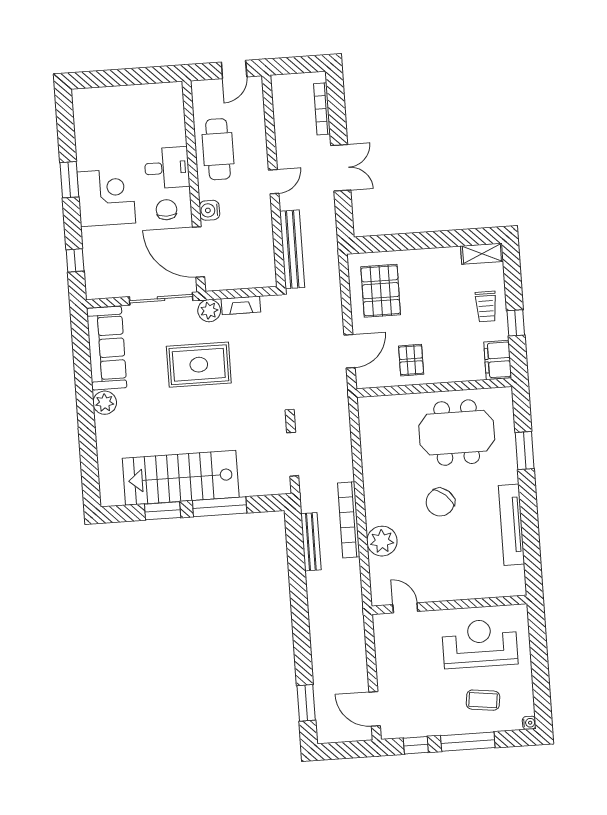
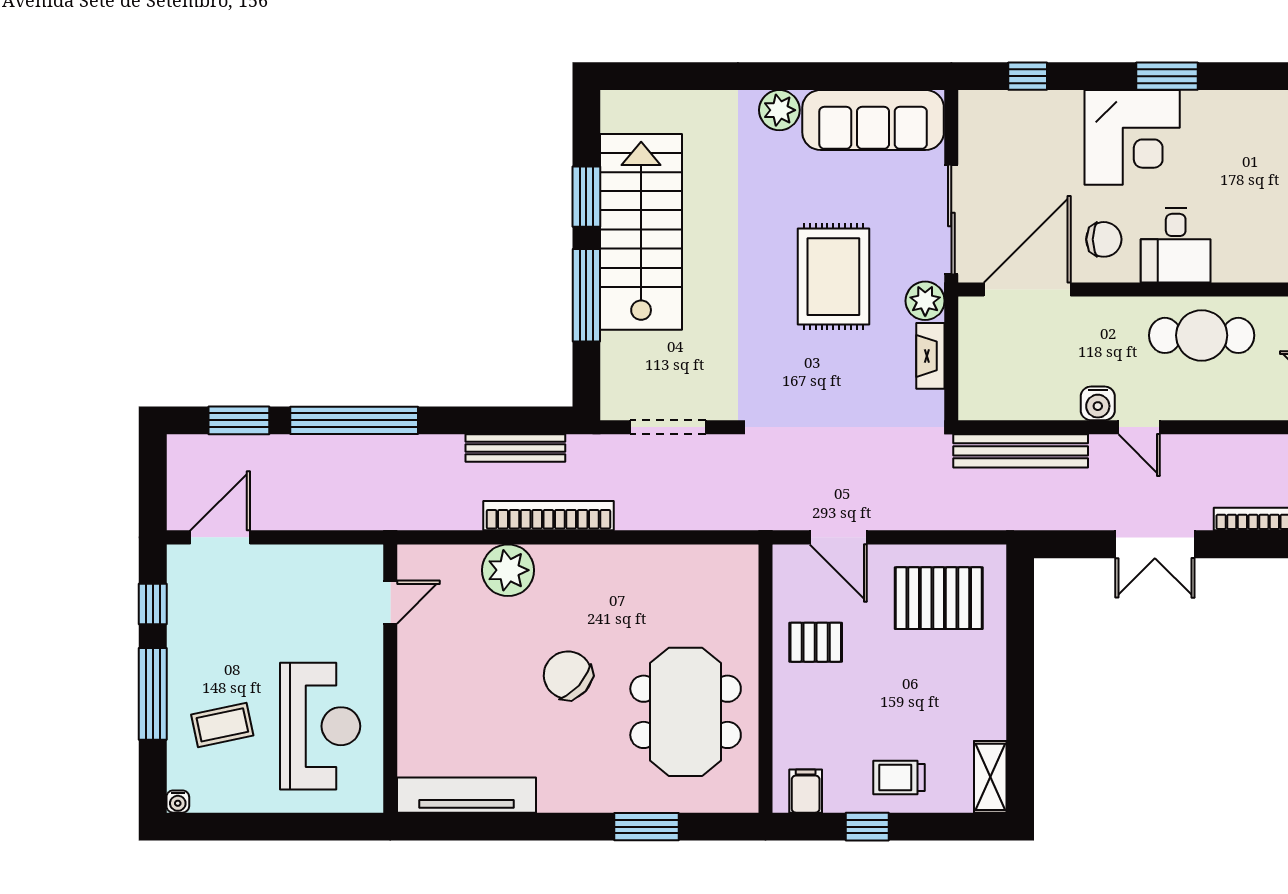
water cooler: (209, 210) -> (1098, 403), moved, turned 180
filing cabinet: (498, 360) -> (806, 791), width x0.50
tv unit: (511, 525) -> (466, 795), moved
window: (301, 636) -> (354, 420), added
coffee table: (483, 700) -> (222, 725), turned 71

